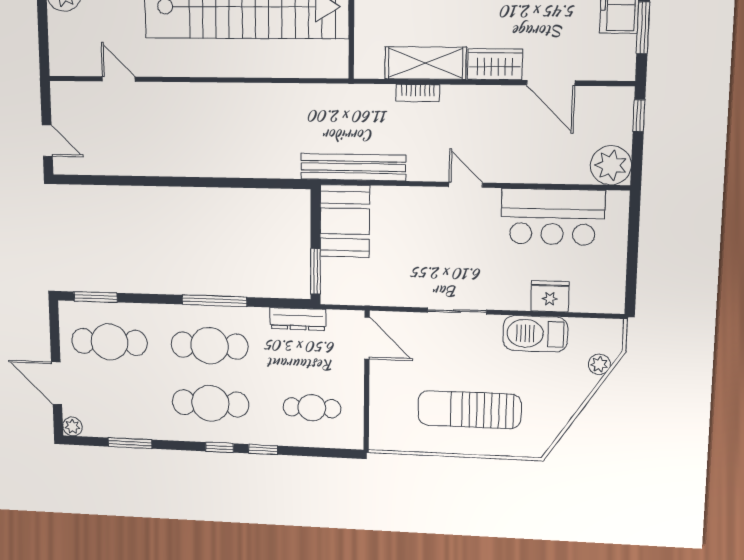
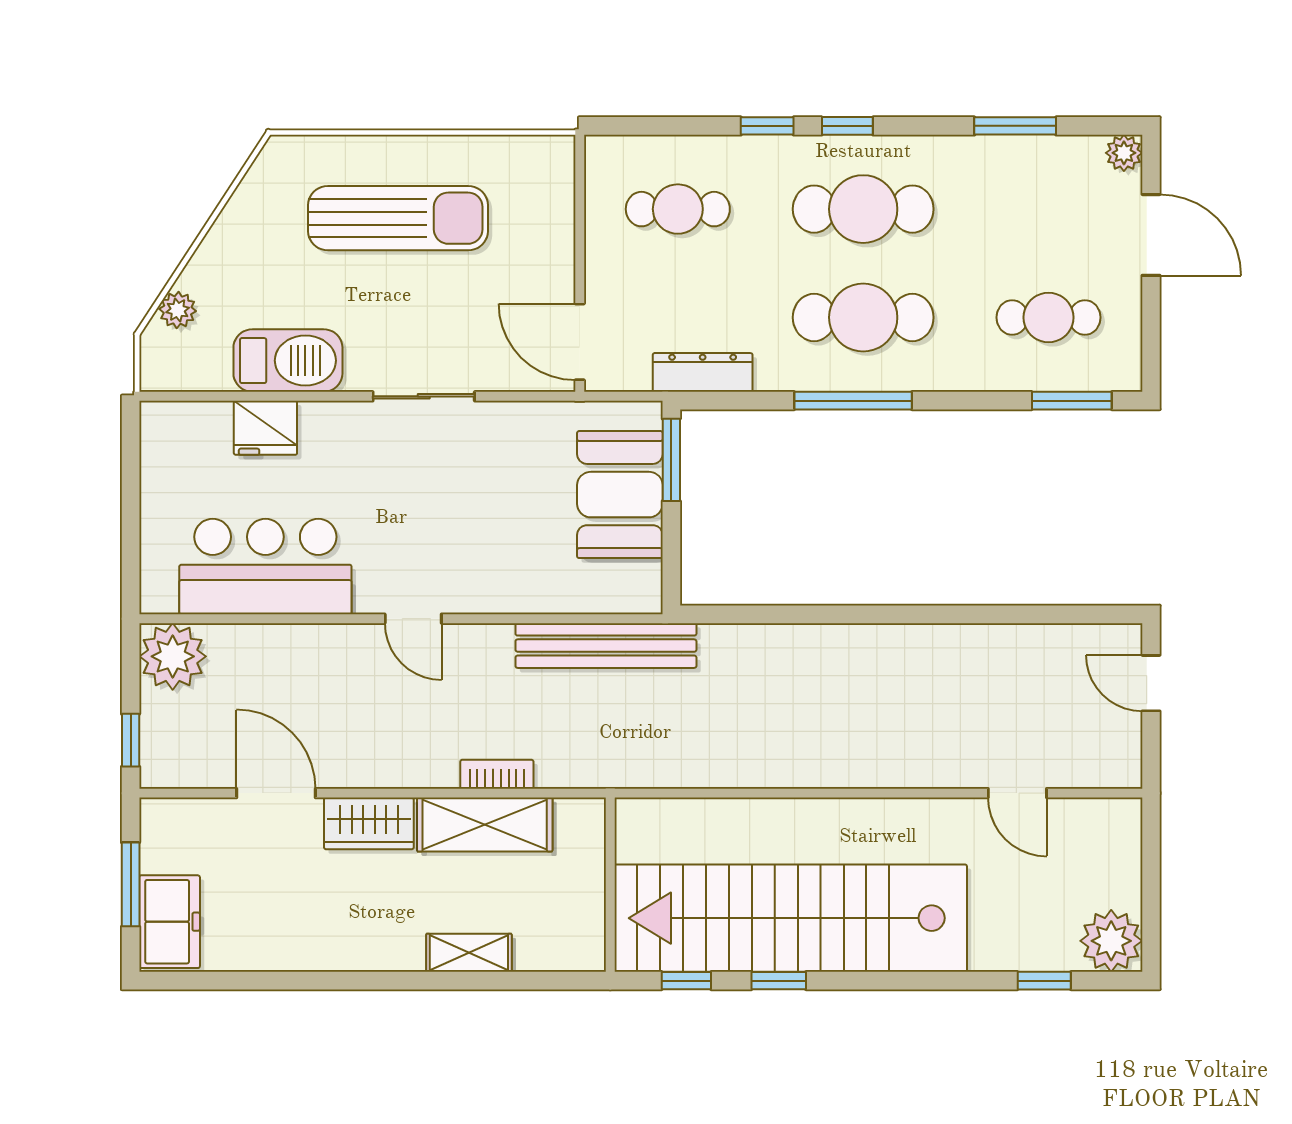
booth: (345, 221) -> (620, 495), moved
cafe table: (109, 342) -> (1048, 317), width x0.73, depth x0.74

